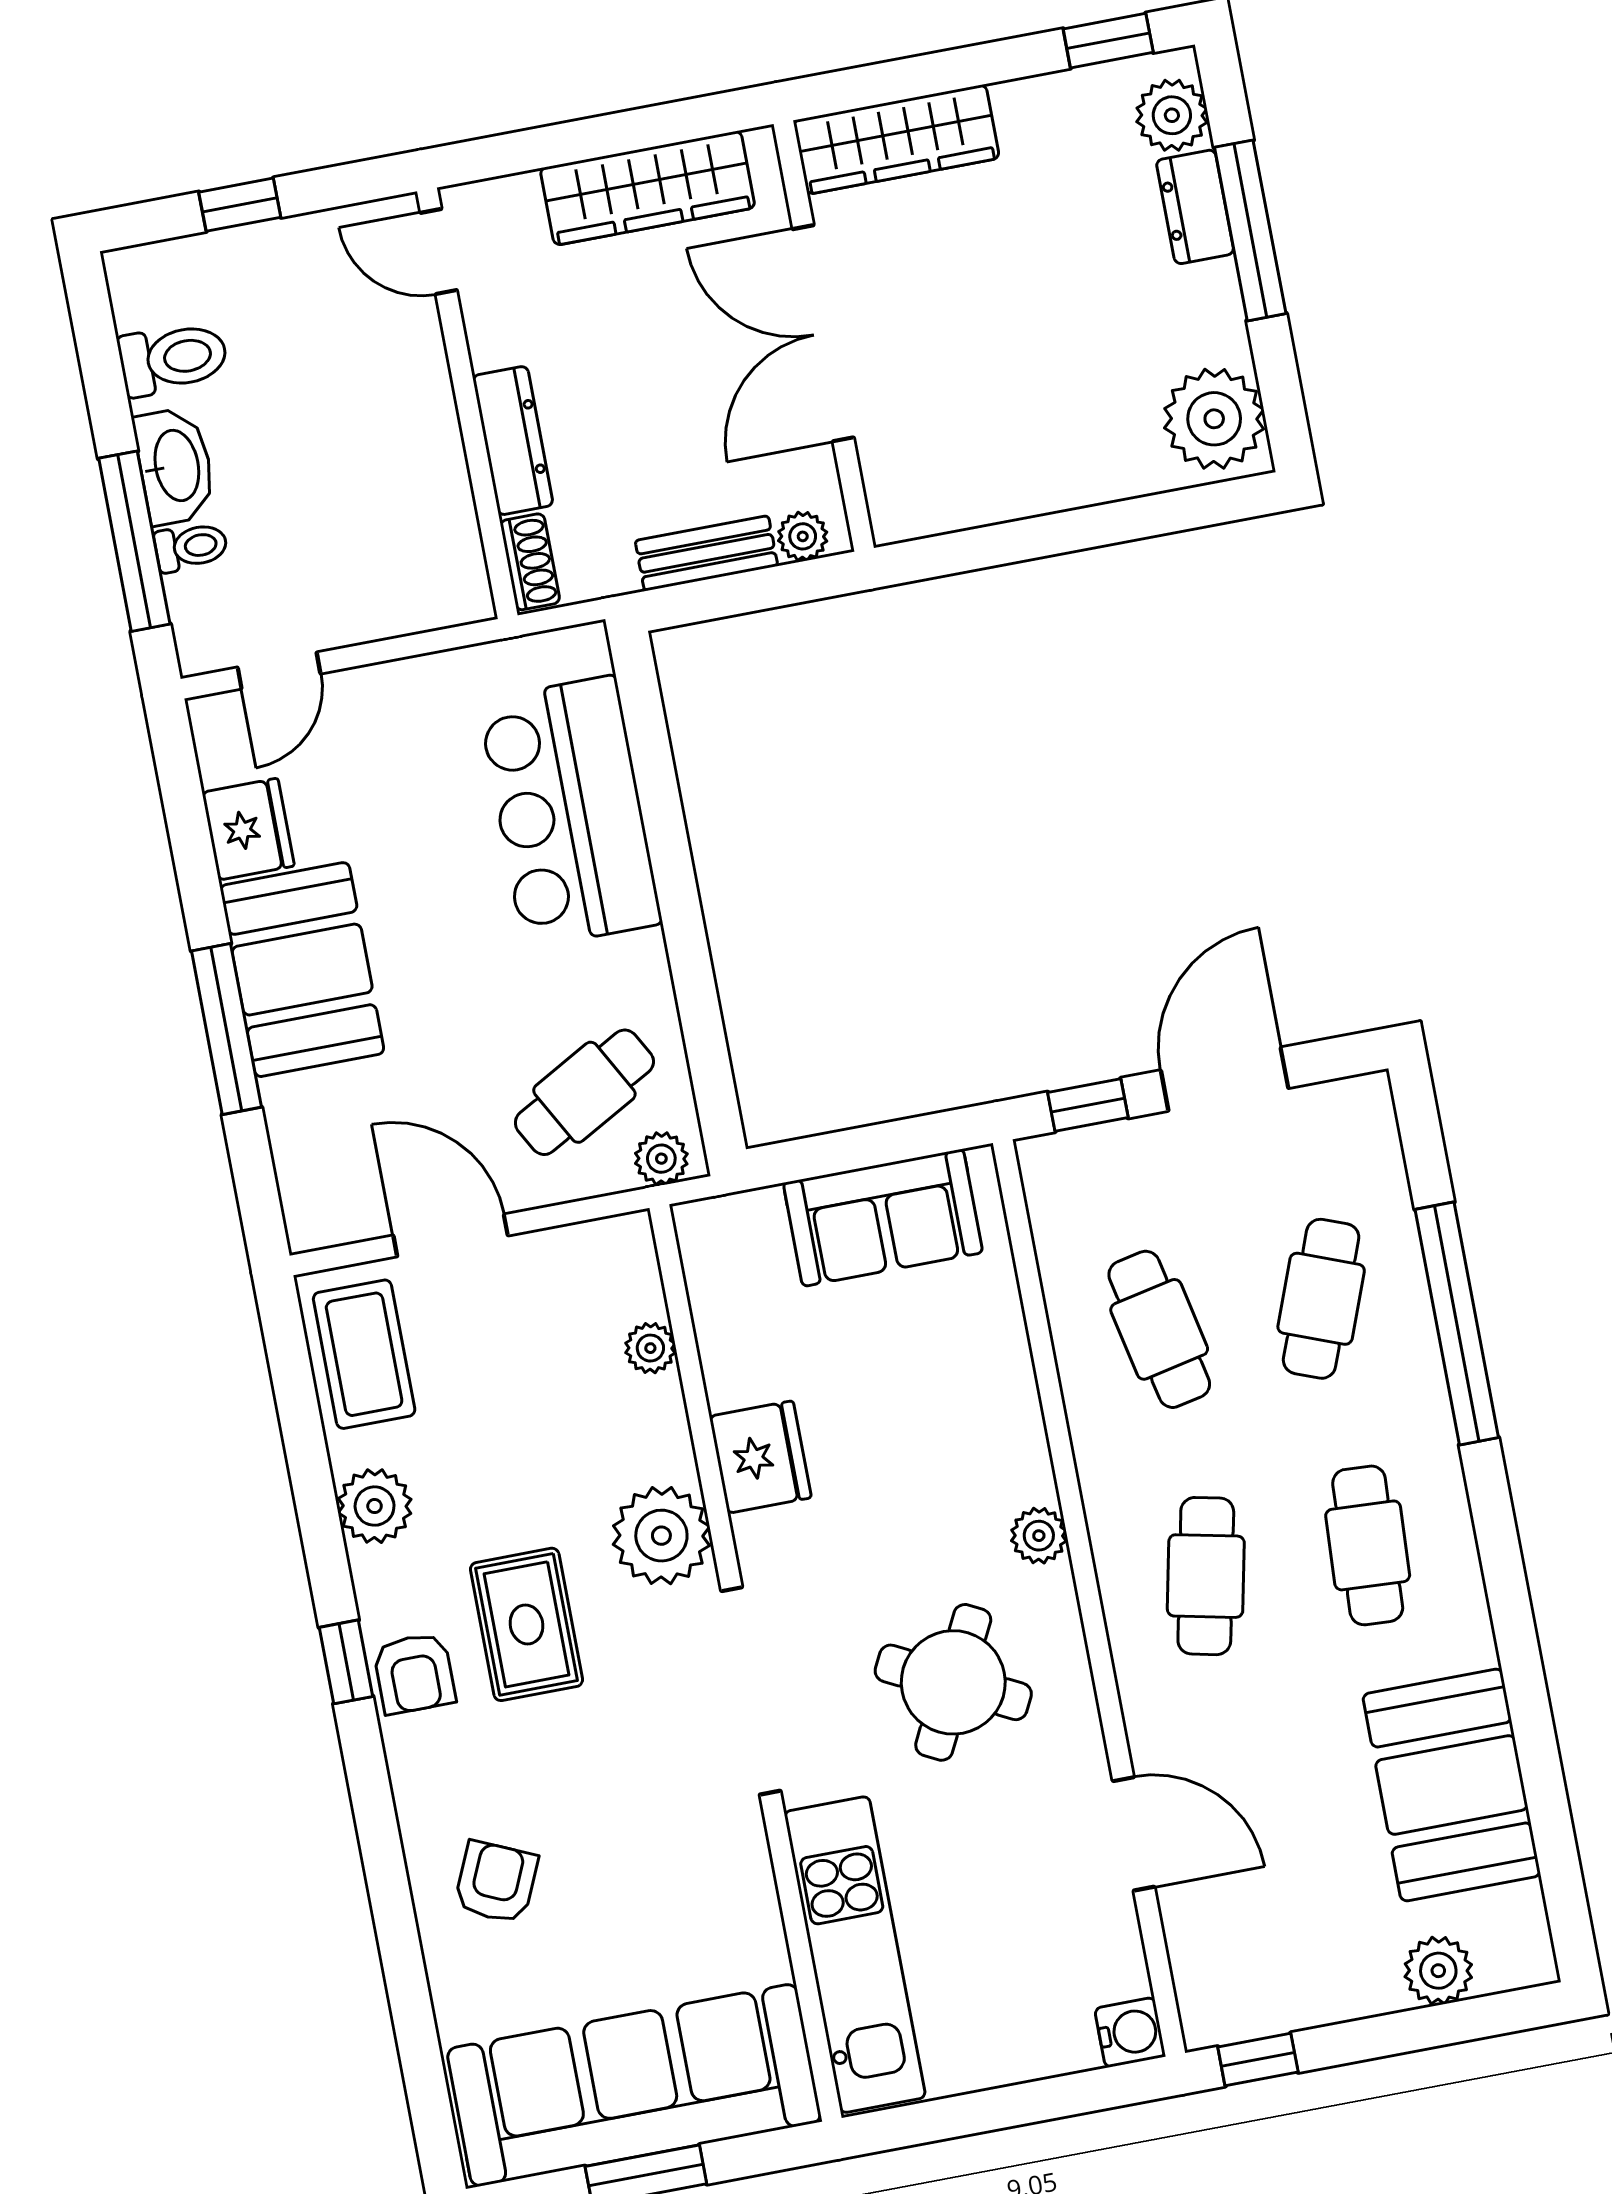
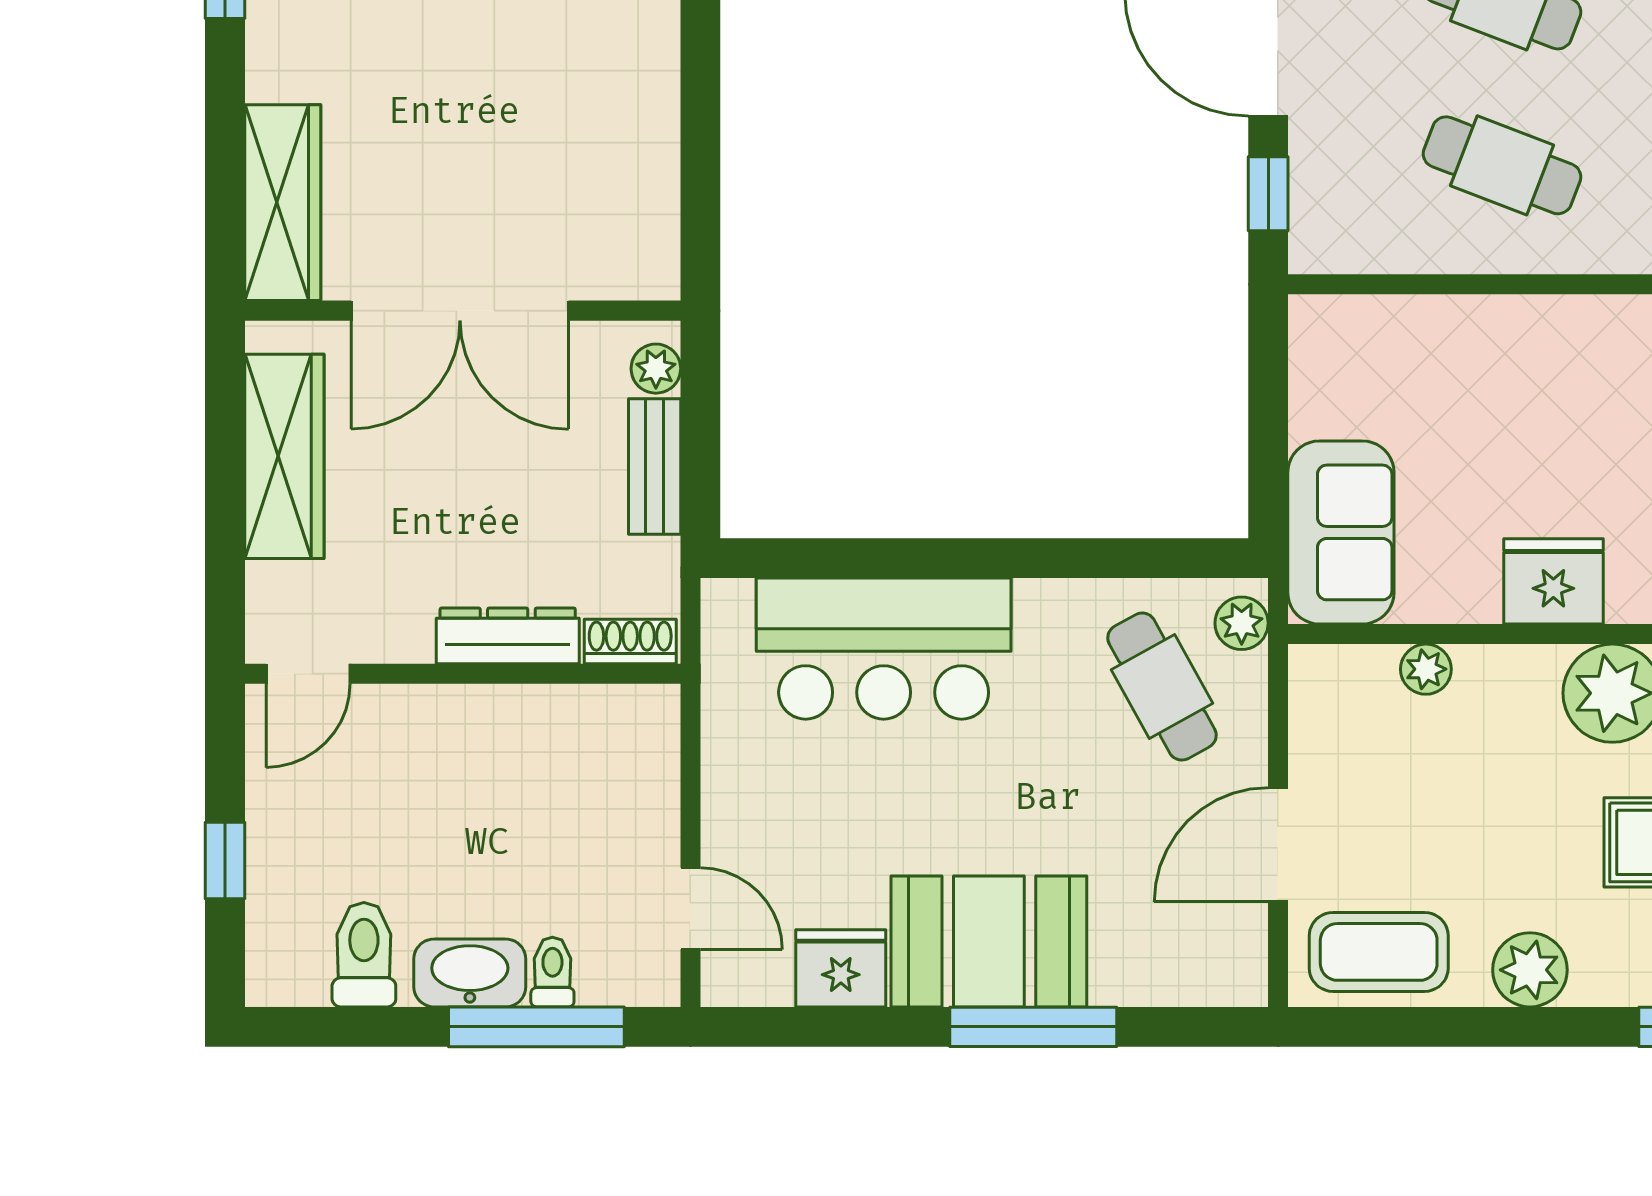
sofa: (883, 1218) -> (1341, 532), moved
cafe table: (1159, 1329) -> (1502, 165), turned 33

